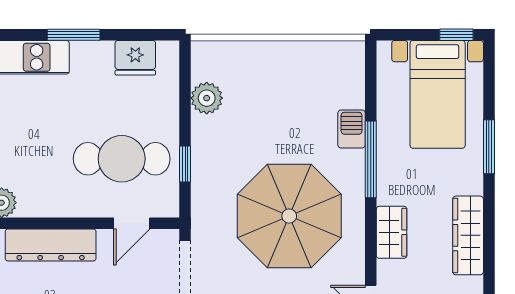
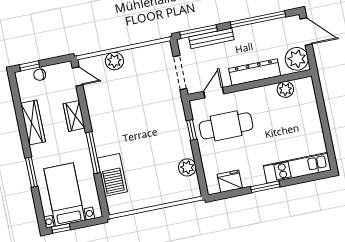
barbecue: (352, 129) -> (112, 175), width x1.88, depth x1.53
parasol: (289, 216) -> (130, 113), removed

